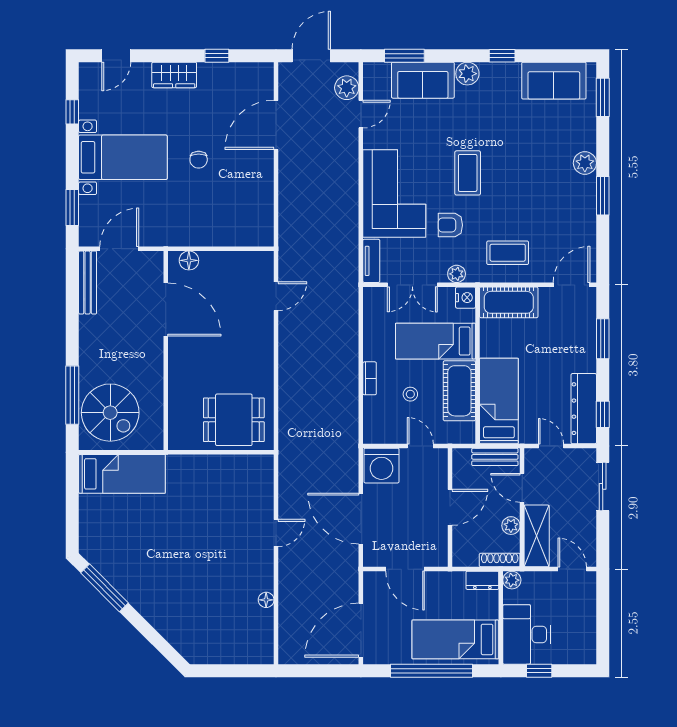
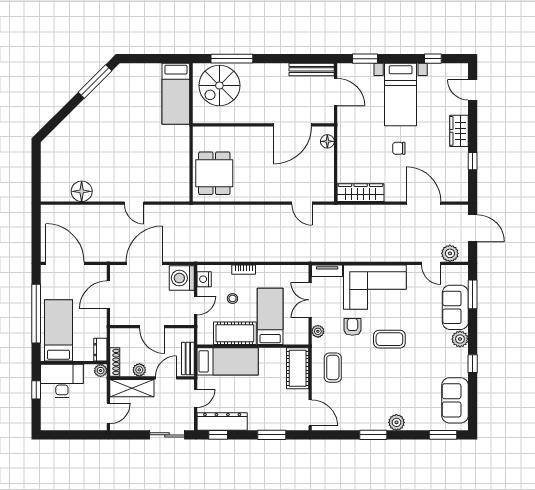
wardrobe: (261, 214) -> (361, 193), added
nightstand: (466, 298) -> (204, 279), moved, turned 90
floor lamp: (266, 600) -> (82, 191), width x1.89, depth x1.89

